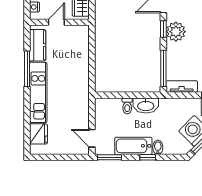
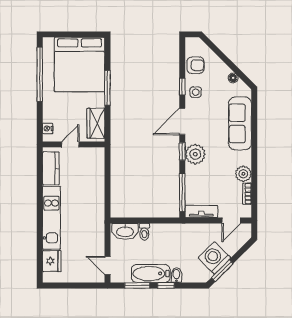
window: (27, 69) -> (40, 193), removed
washbasin: (146, 106) -> (125, 231), moved
window: (110, 157) -> (137, 285), moved

